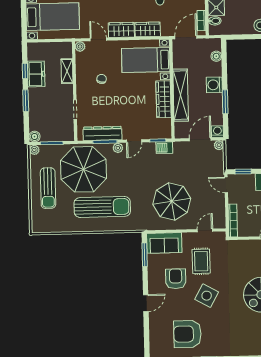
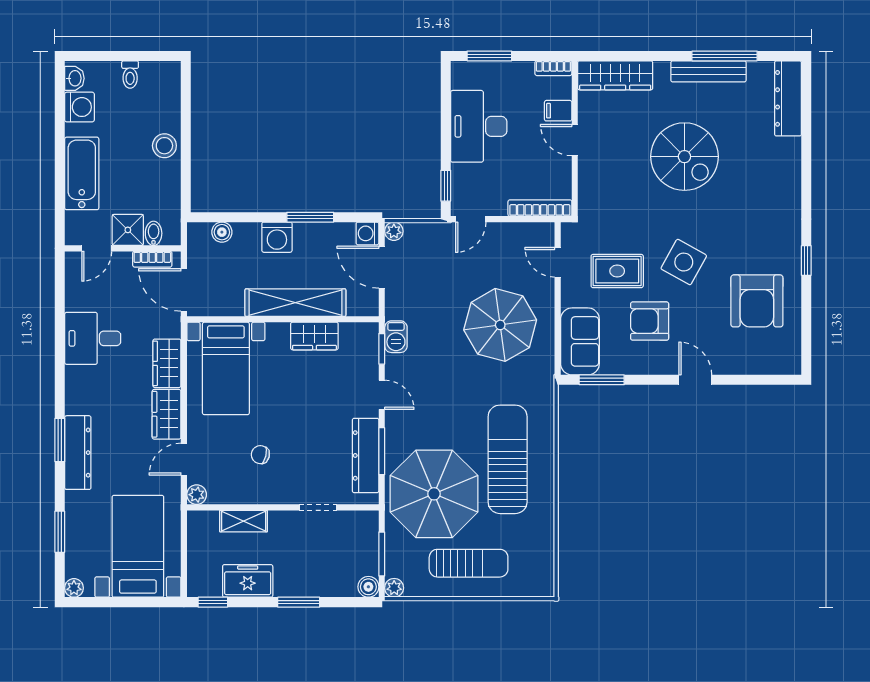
window: (25, 71) -> (213, 602), moved
wardrobe: (164, 99) -> (314, 336), width x0.67
plant: (118, 148) -> (394, 426), removed

